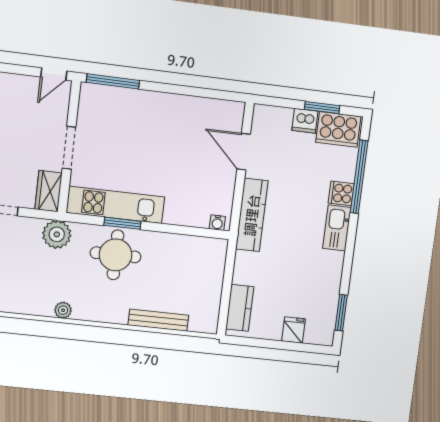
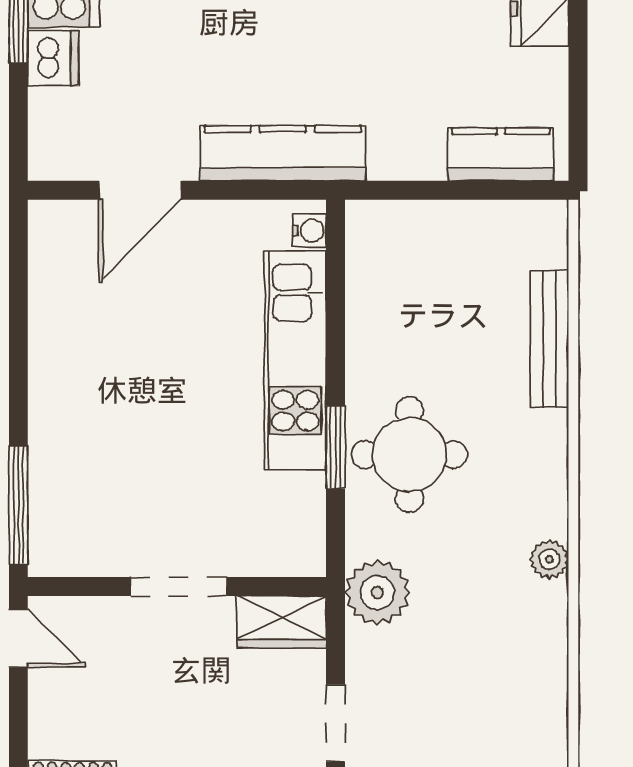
kitchen unit: (115, 205) -> (295, 360), moved

